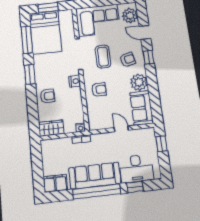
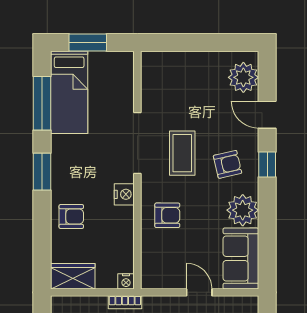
corner sofa: (98, 20) -> (181, 80), removed
bed: (45, 32) -> (69, 92), width x0.67

